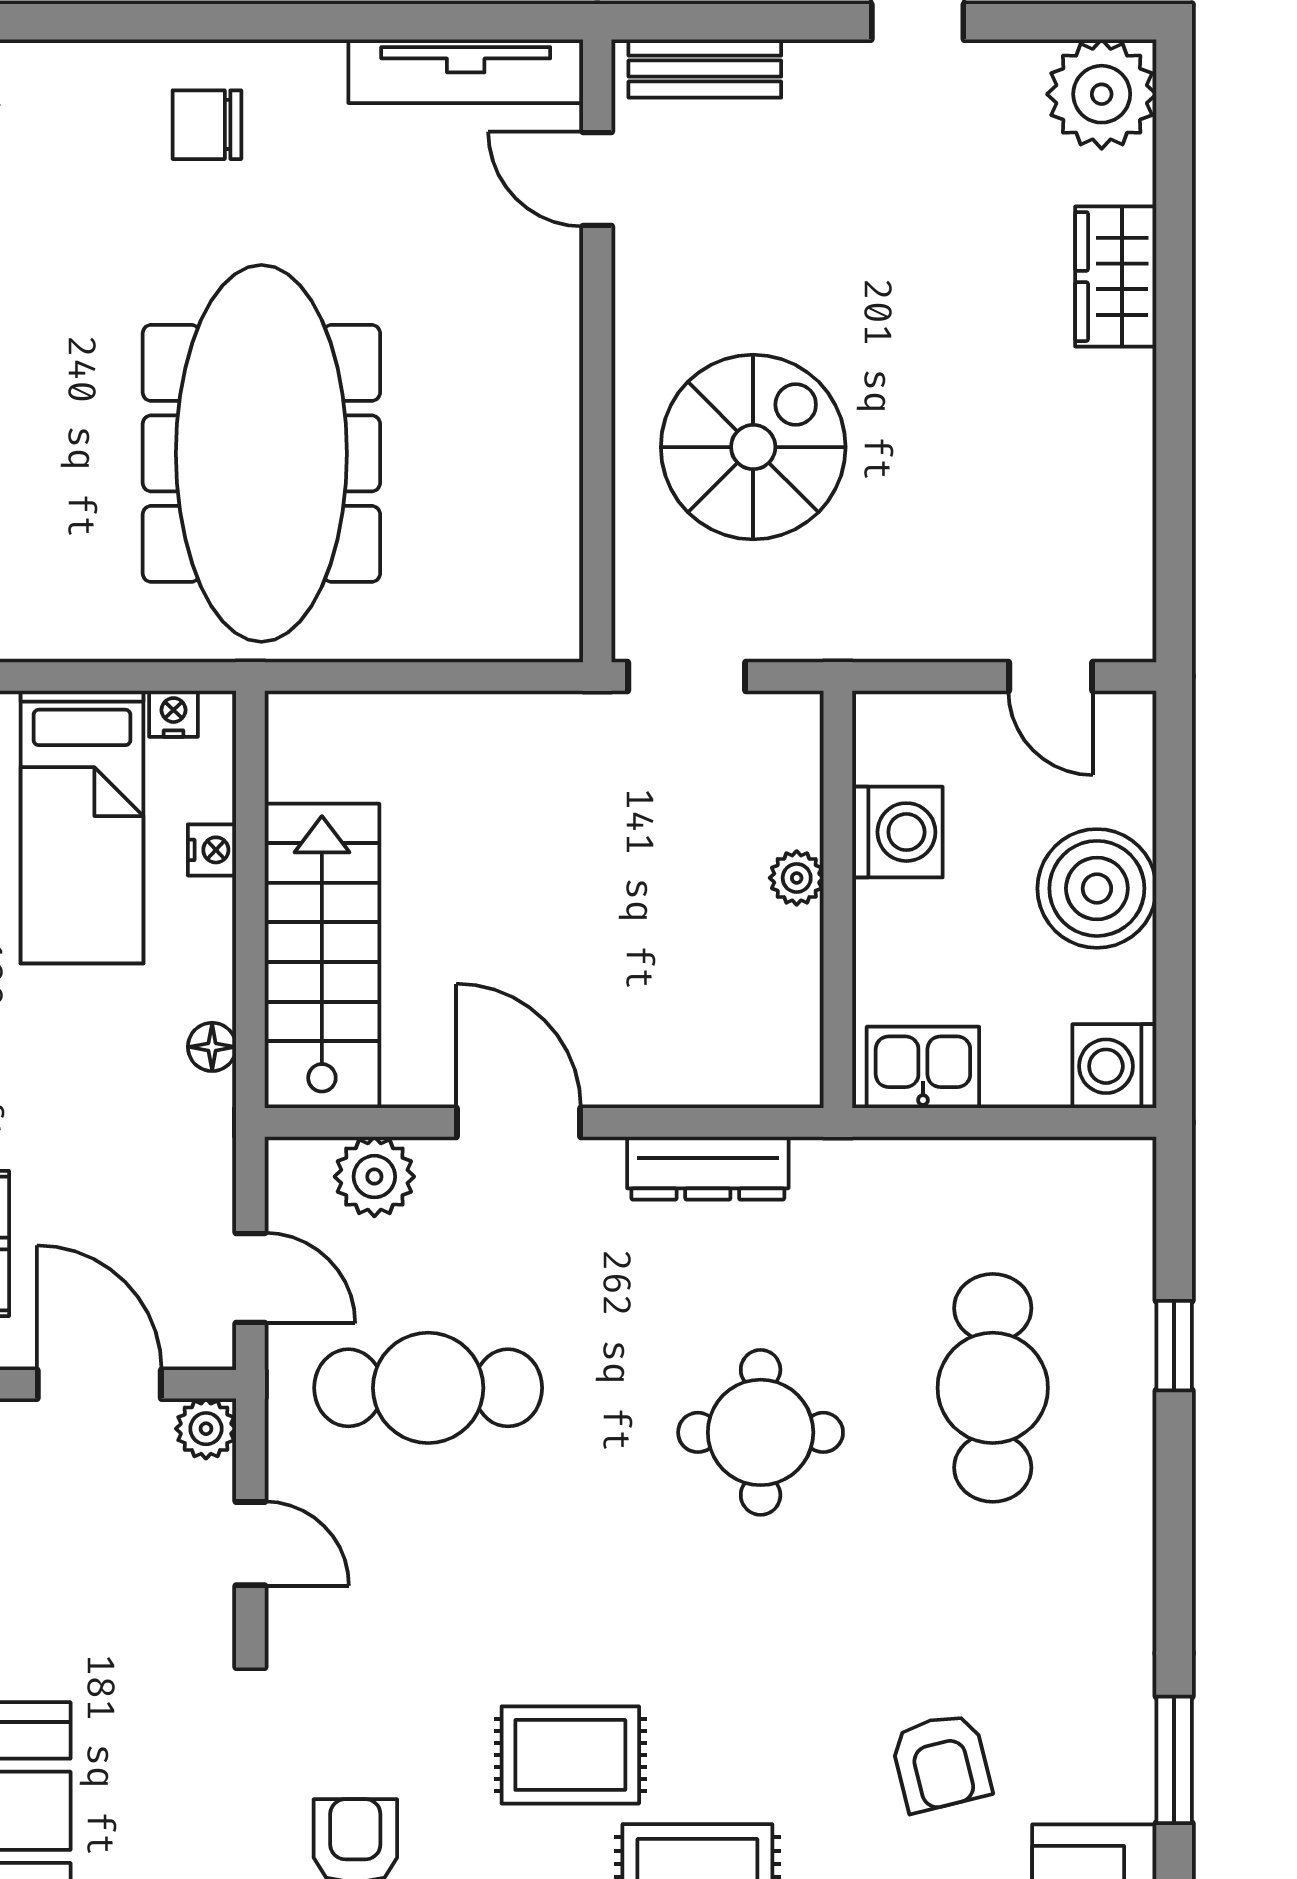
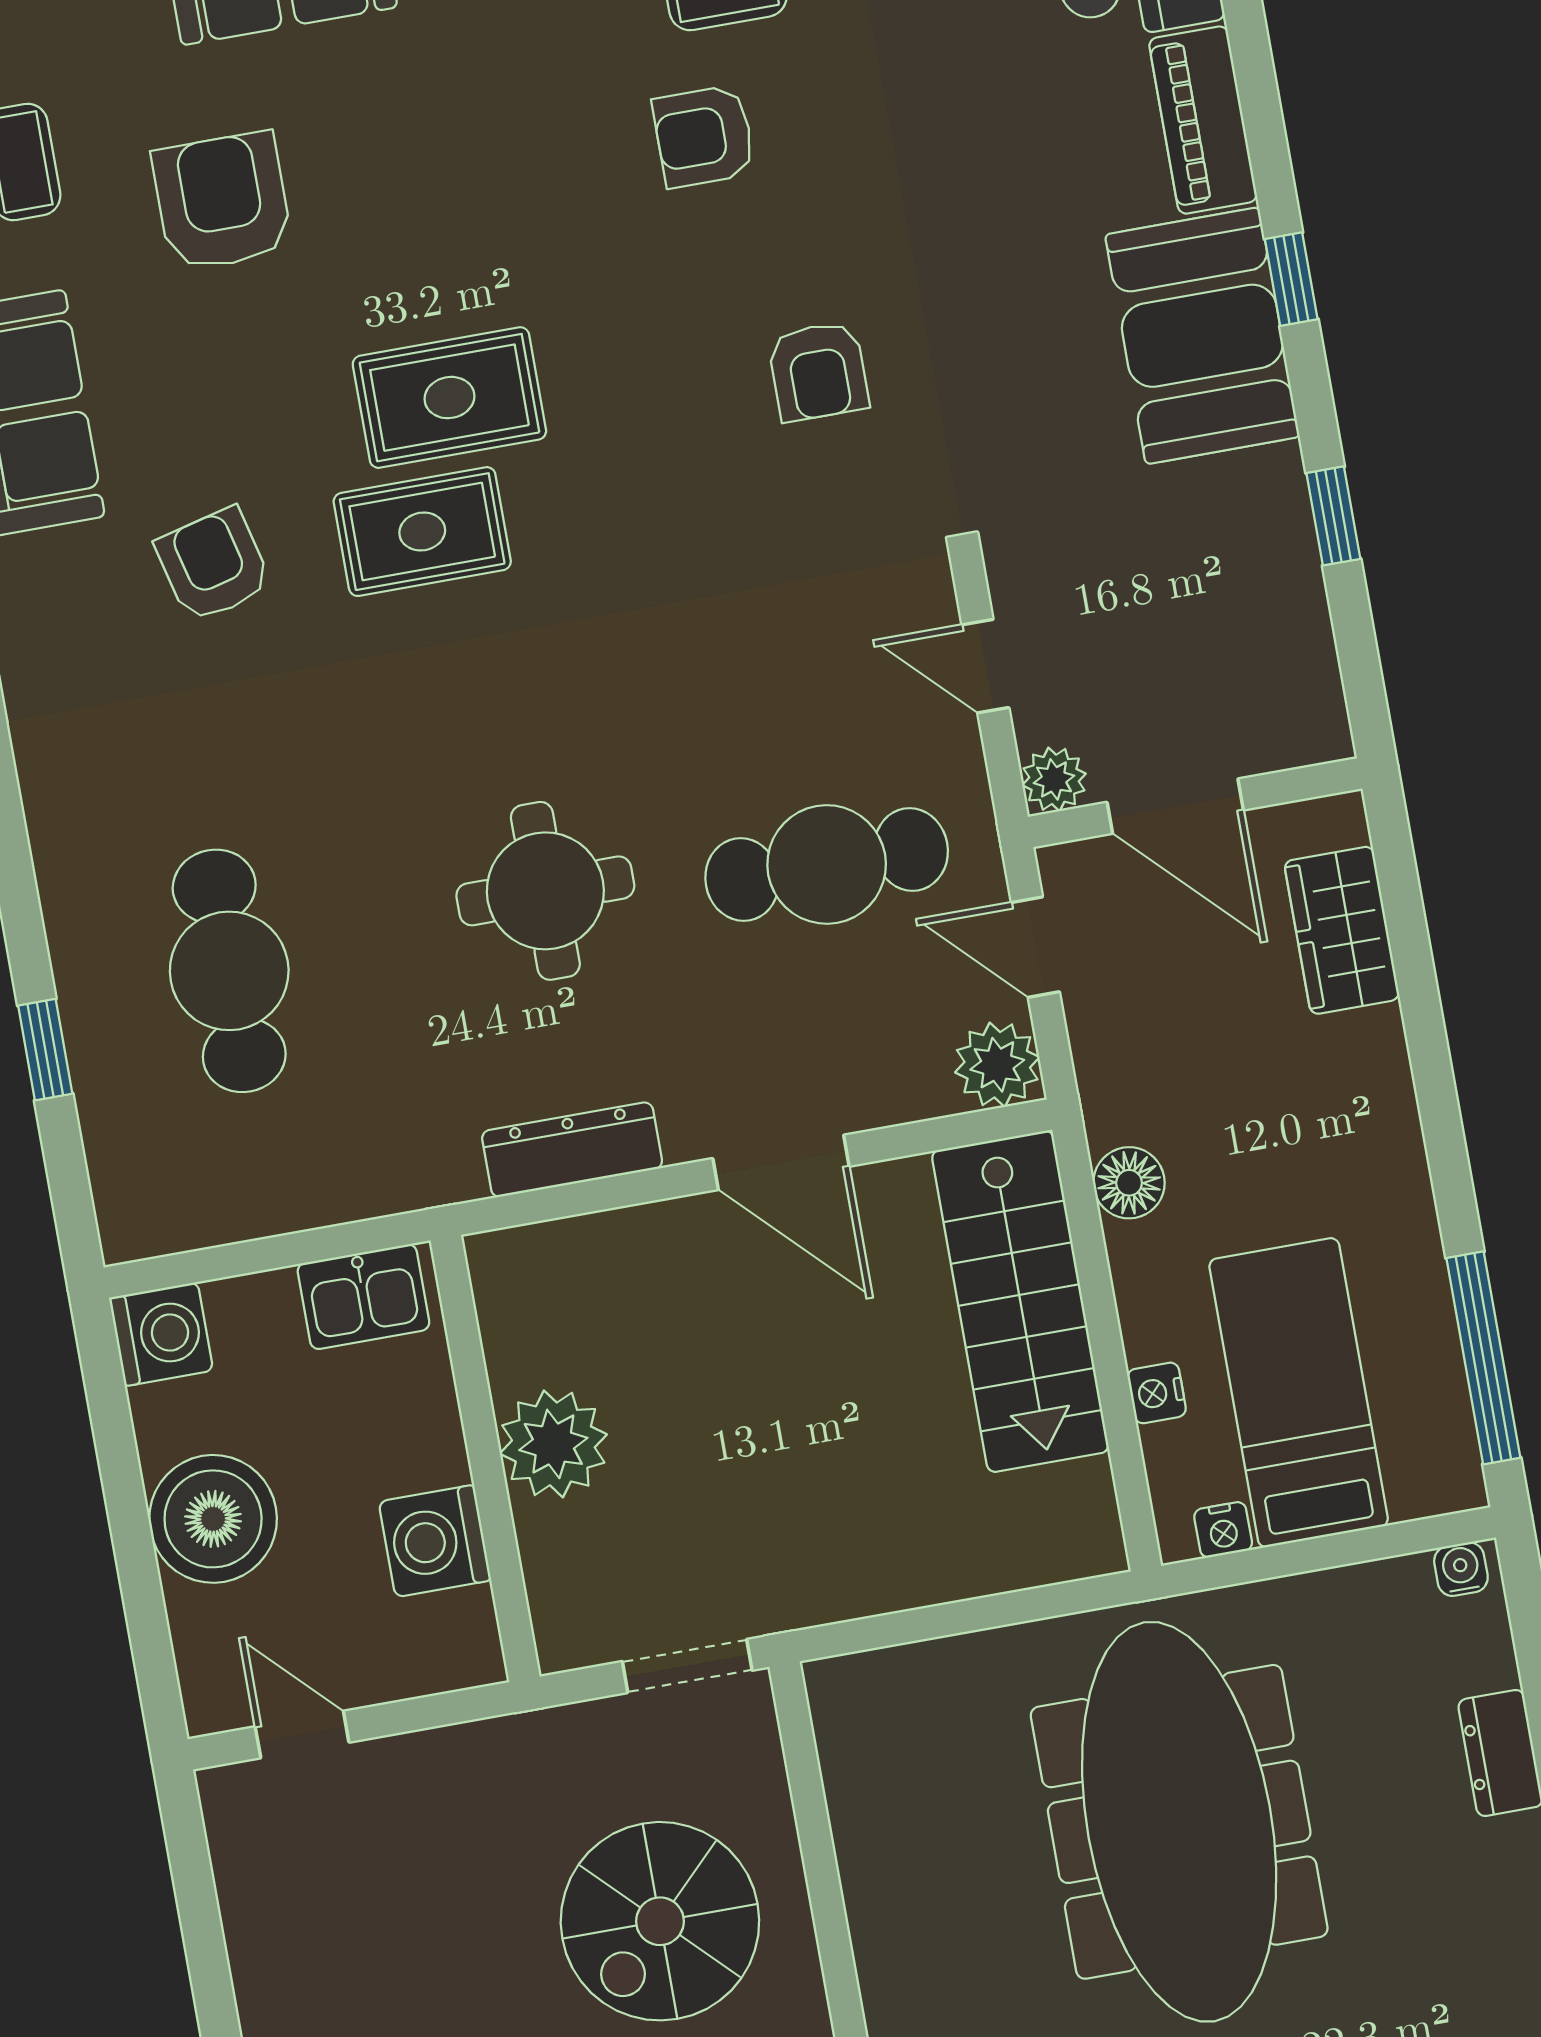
plant: (797, 878) -> (553, 1444), width x1.88, depth x1.88
floor lamp: (212, 1047) -> (1129, 1183), width x1.37, depth x1.37
plant: (374, 1177) -> (997, 1065), moved
round table: (761, 1432) -> (545, 891), moved
rug: (570, 1755) -> (422, 532), moved

